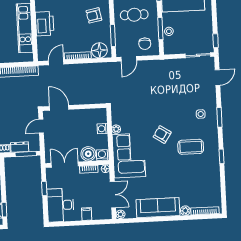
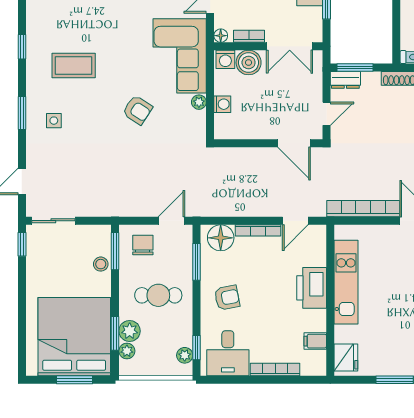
window: (160, 29) -> (115, 251), moved
armchair: (162, 135) -> (137, 110), moved
dresser: (20, 147) -> (345, 80), moved

